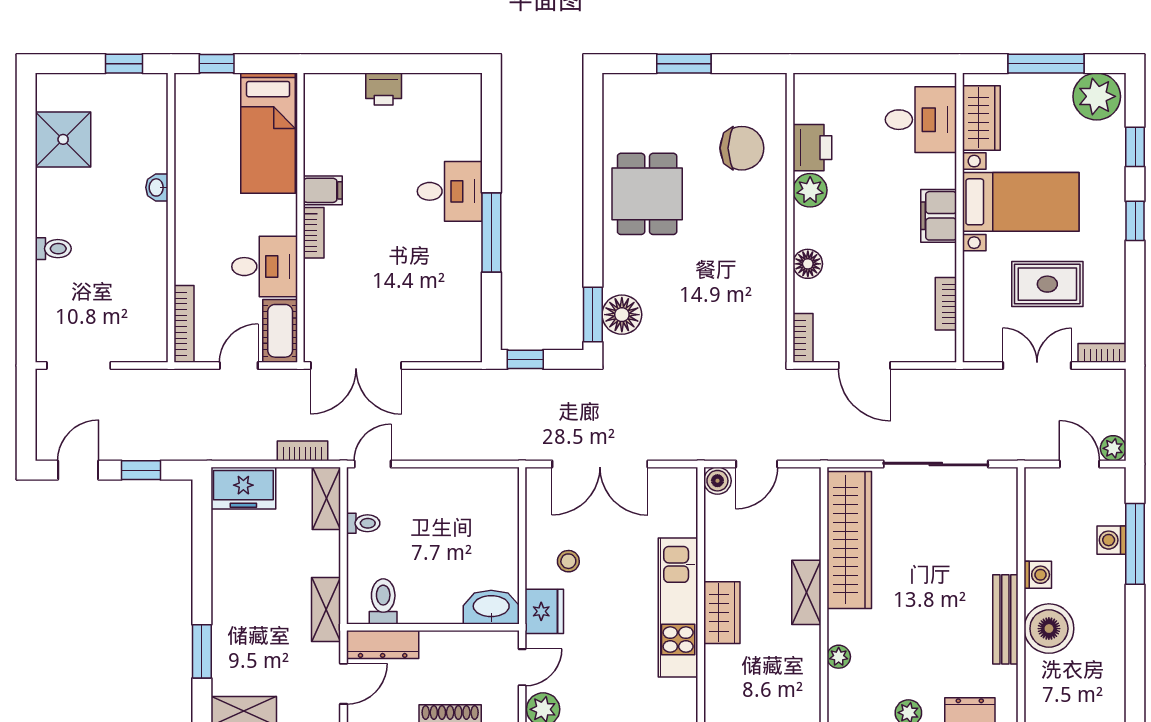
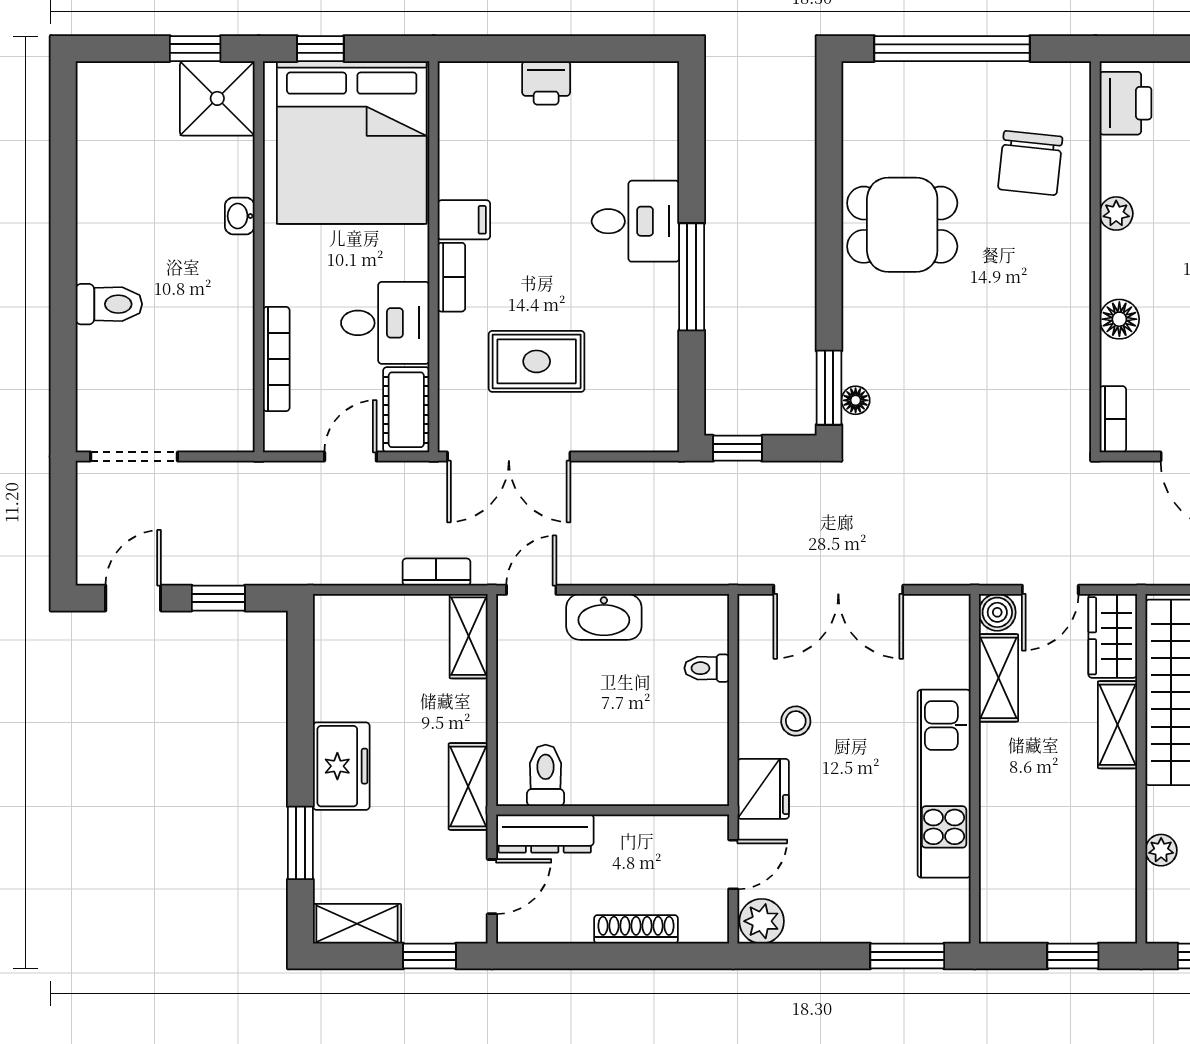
window: (684, 64) -> (952, 49), width x2.11
bed: (268, 133) -> (352, 142), width x2.04
shower: (63, 139) -> (217, 98), moved
chair: (742, 148) -> (1030, 163), turned 96
printer: (812, 148) -> (1126, 103), moved
plant: (810, 190) -> (1116, 214), width x0.73, depth x0.73
dining table: (647, 194) -> (902, 225), turned 90
toilet: (53, 249) -> (109, 304), width x1.37, depth x1.39
rug: (377, 295) -> (537, 361), added
floor lamp: (622, 315) -> (856, 400), width x0.53, depth x0.53
bookcase: (184, 324) -> (276, 359), moved
freezer: (243, 488) -> (341, 766), moved, turned -90
toilet: (363, 523) -> (707, 668), moved, turned 180
shelving: (718, 529) -> (999, 678), added
shelving: (806, 592) -> (1117, 725), moved
washbasin: (491, 607) -> (604, 617), moved, turned 180
wardrobe: (722, 613) -> (1113, 636), moved, turned 180

